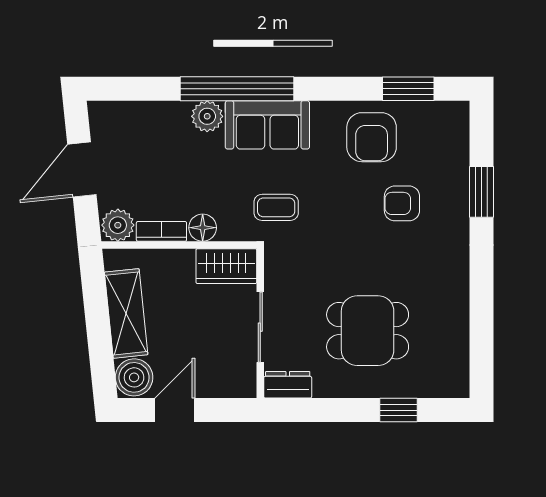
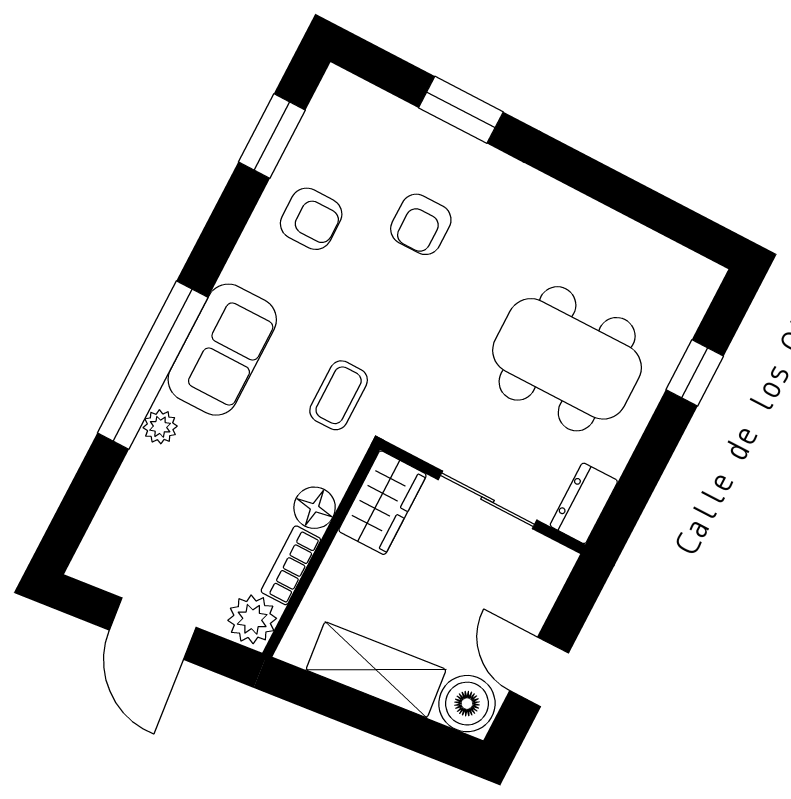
plant: (207, 116) -> (160, 427), width x0.73, depth x0.73
armchair: (372, 137) -> (311, 219), width x0.72, depth x0.72
dining table: (368, 331) -> (567, 359), width x1.38

